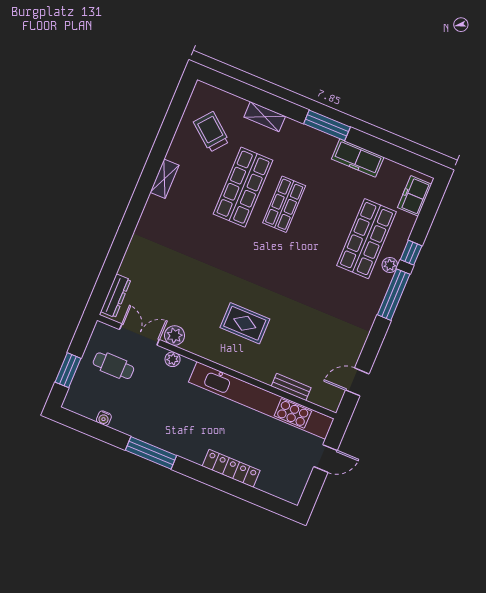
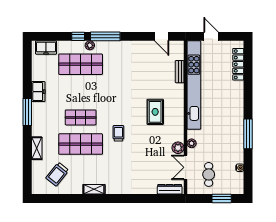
freezer: (358, 158) -> (38, 92), width x0.71
trolley: (235, 253) -> (118, 133), added
locker: (231, 468) -> (238, 64), moved

